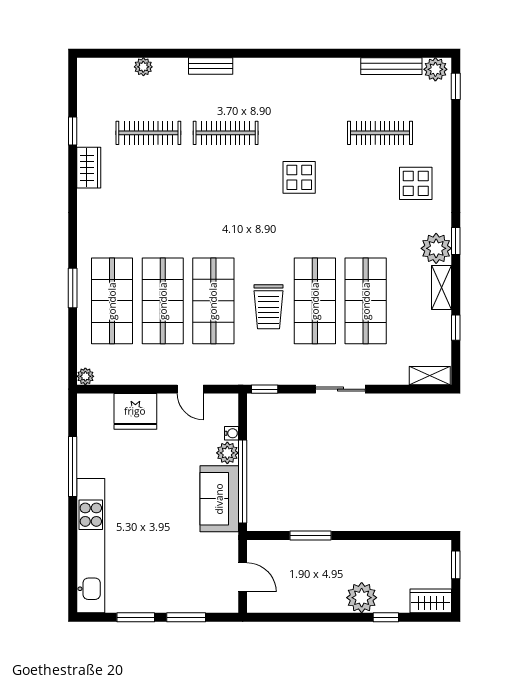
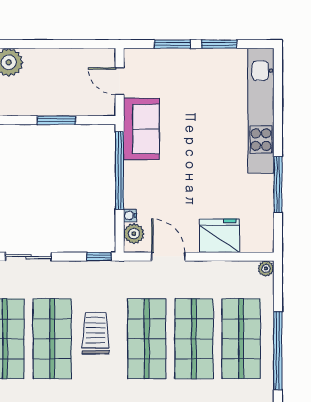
window: (73, 288) -> (278, 351), width x2.11
door: (190, 389) -> (168, 257), width x1.38
plant: (227, 453) -> (134, 234), moved
sofa: (219, 499) -> (141, 129), moved

